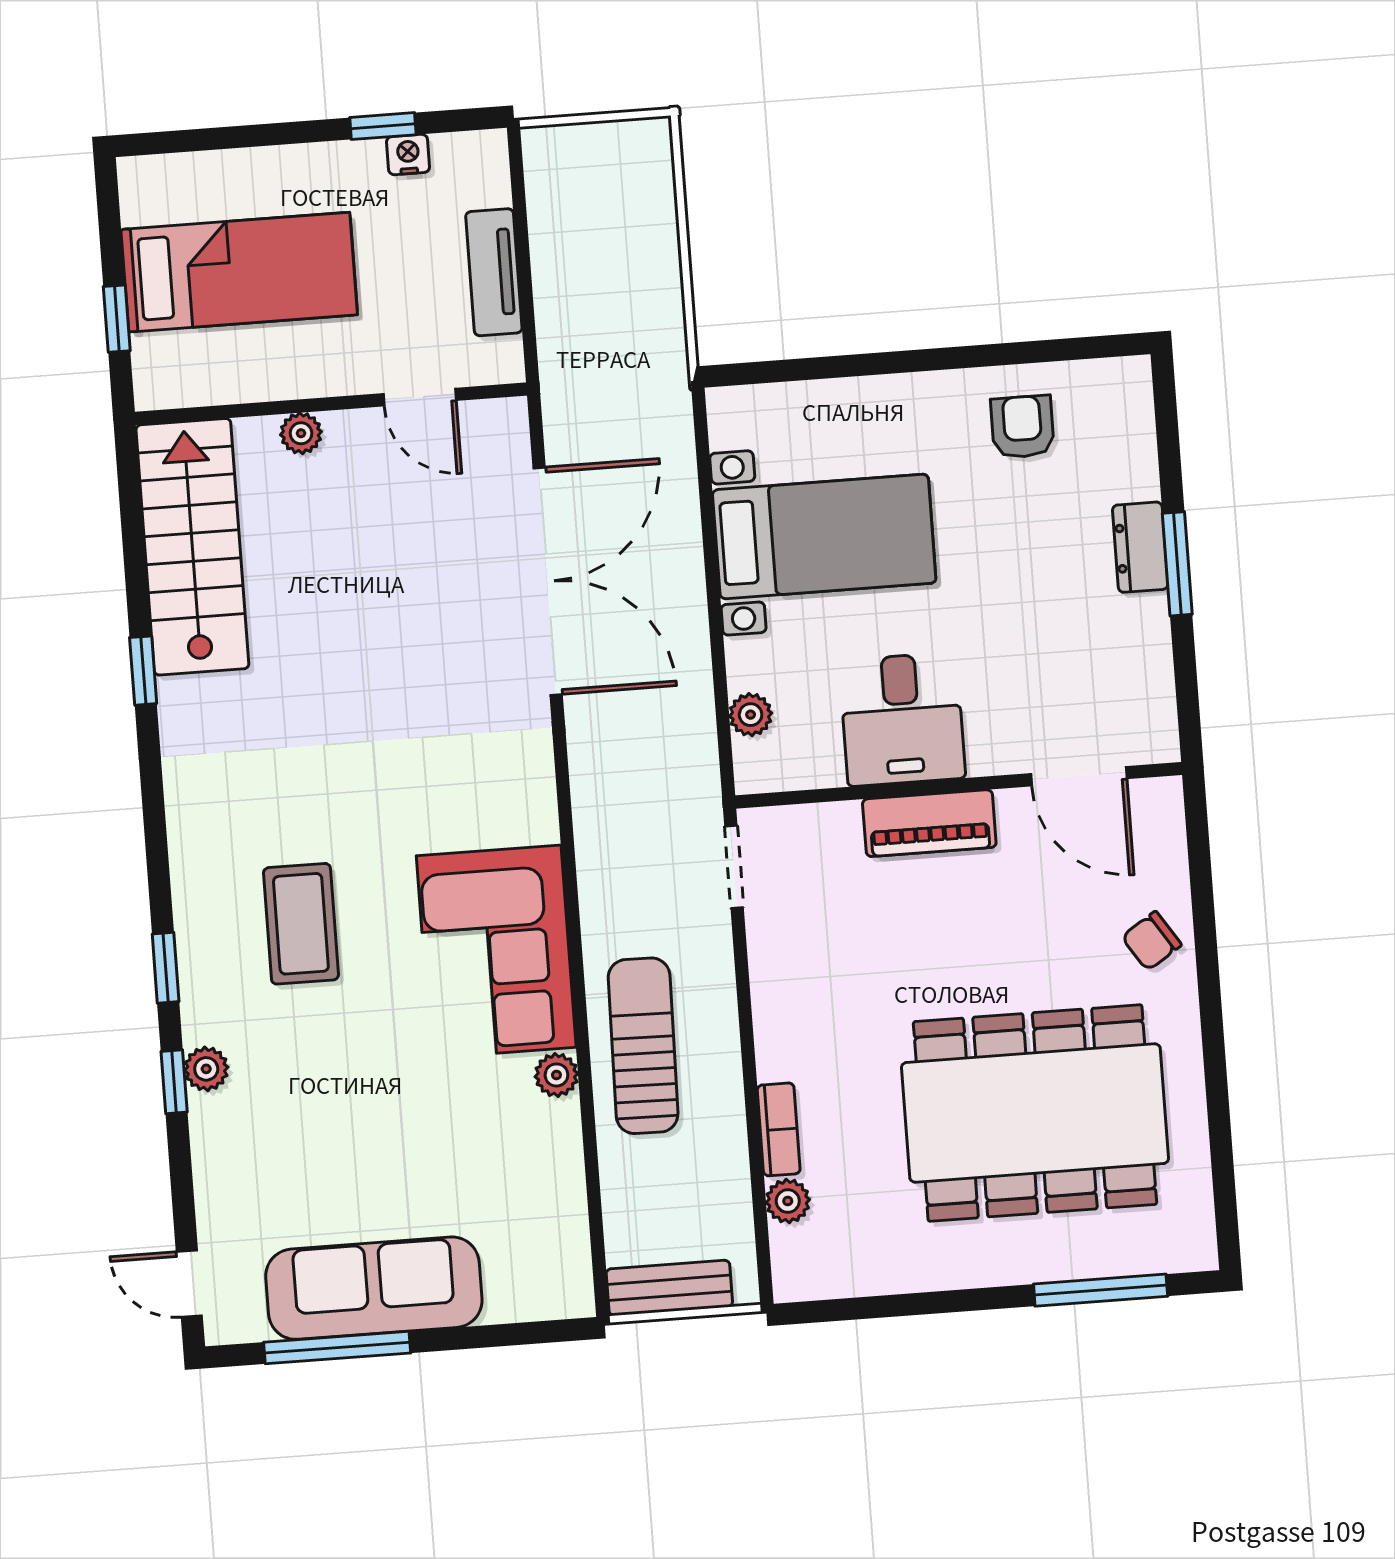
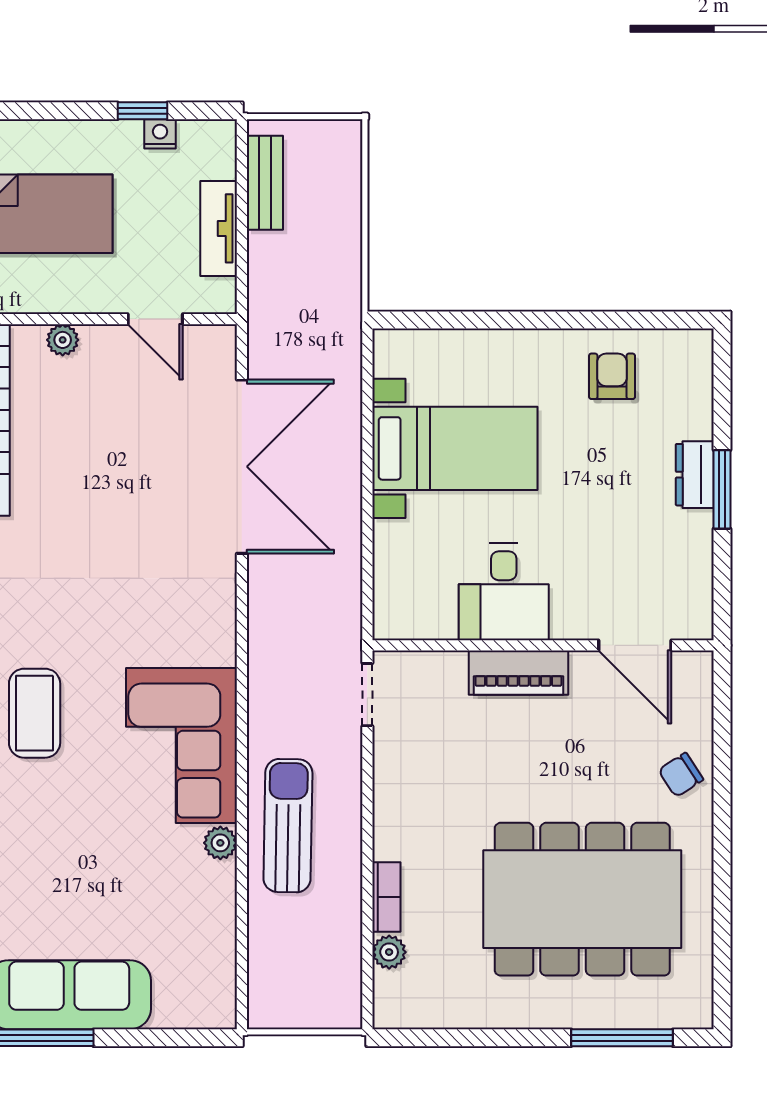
plant: (751, 715) -> (389, 580), removed
bench: (669, 1288) -> (265, 183), moved, turned 90

